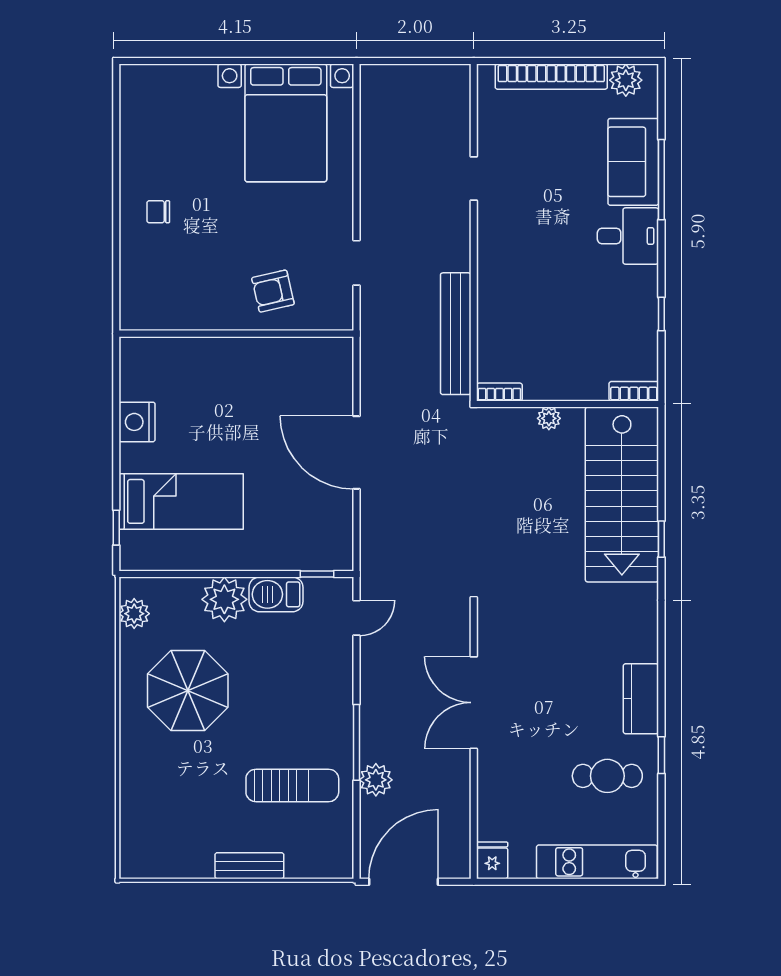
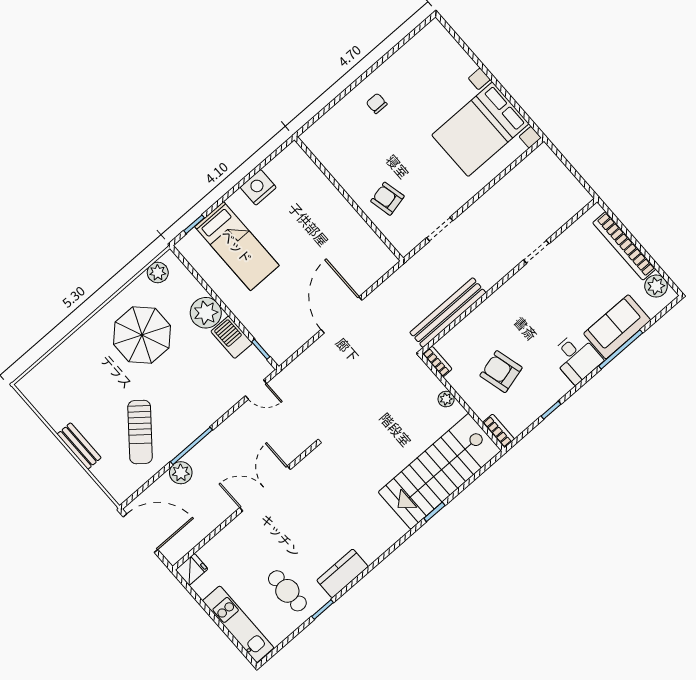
armchair: (571, 332) -> (501, 372), added
sun lounger: (292, 785) -> (140, 432), turned 39

